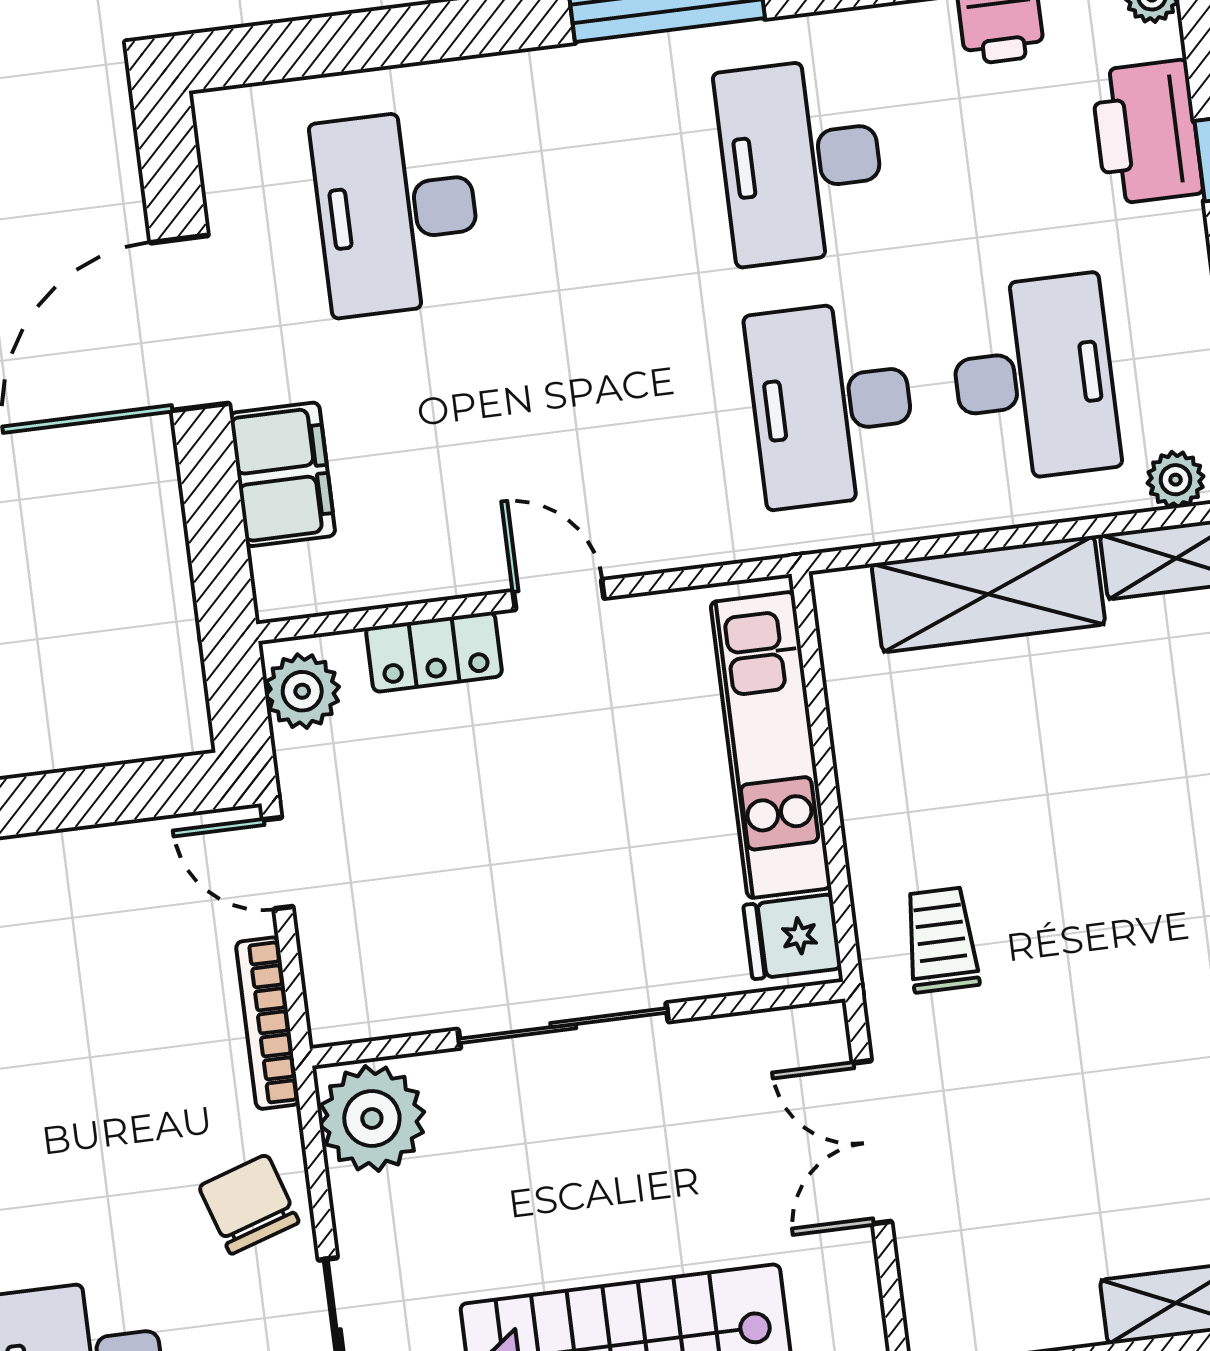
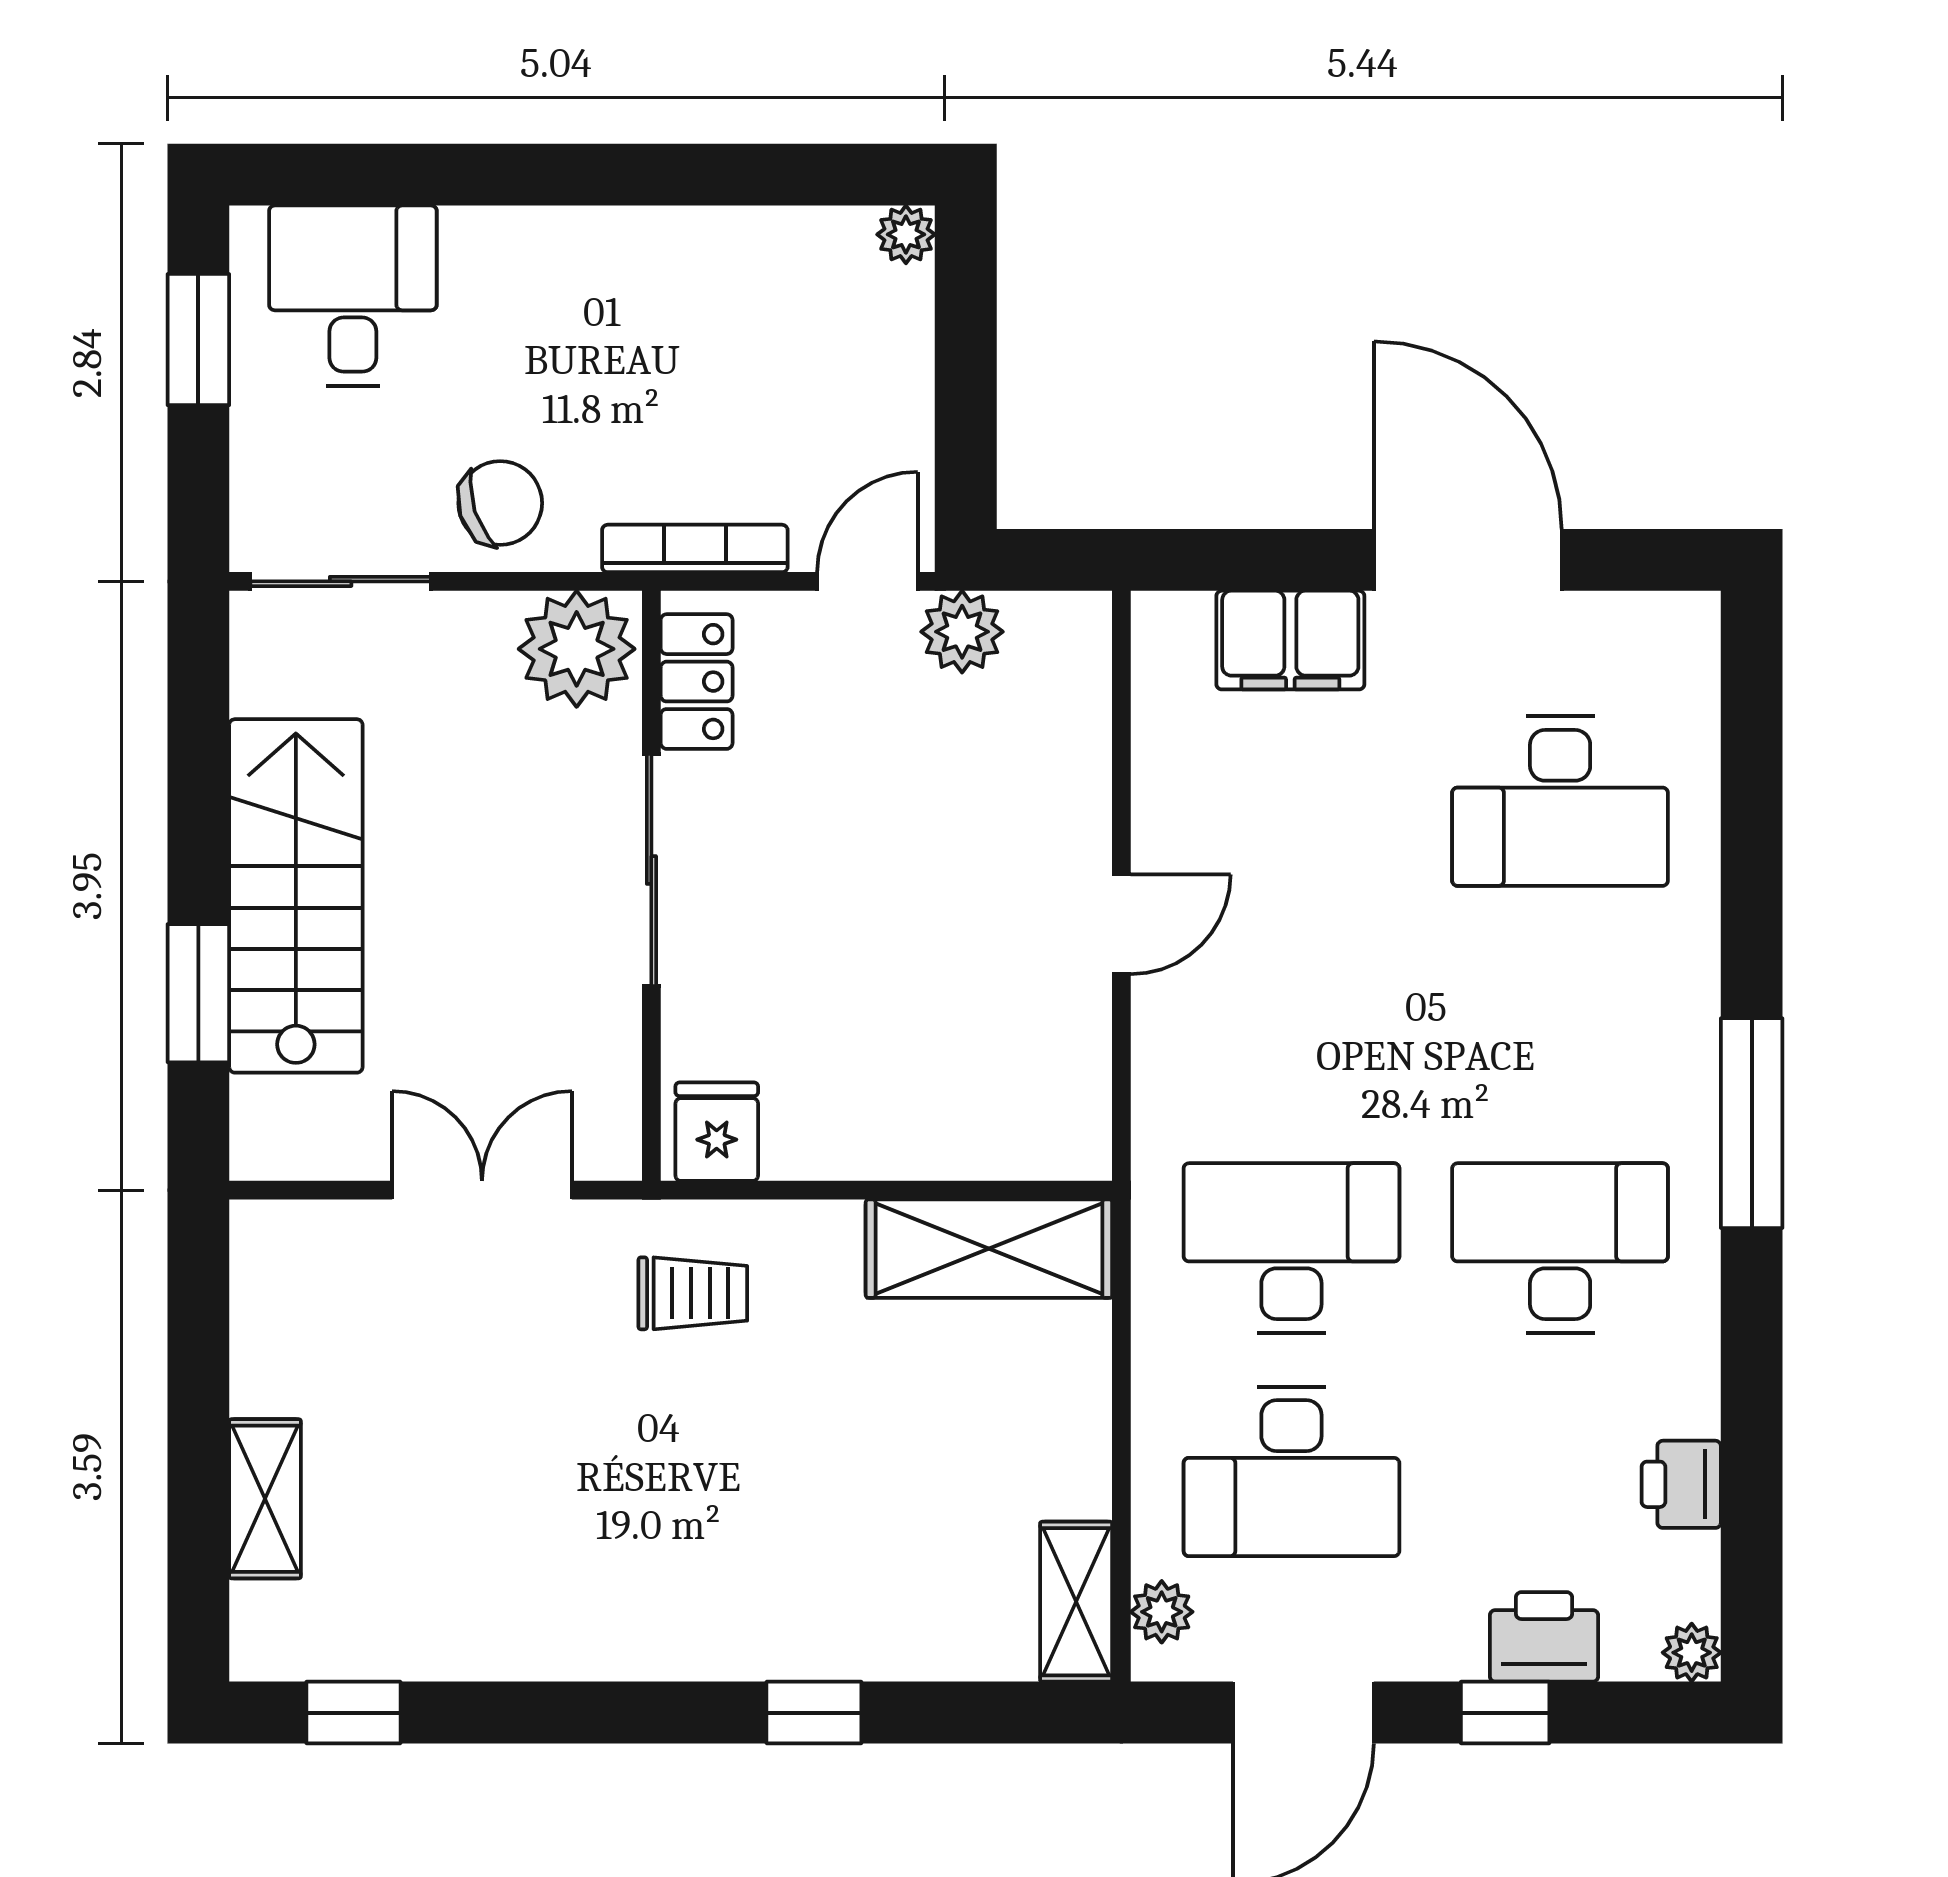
printer: (1147, 132) -> (1544, 1637), width x0.73, depth x0.84
desk: (397, 212) -> (1560, 801), turned 180
shelving: (988, 594) -> (989, 1249), moved, turned 90
locker: (434, 652) -> (697, 682), moved, turned 180
plant: (302, 691) -> (962, 632), moved
kitchen unit: (771, 745) -> (928, 1135), removed

